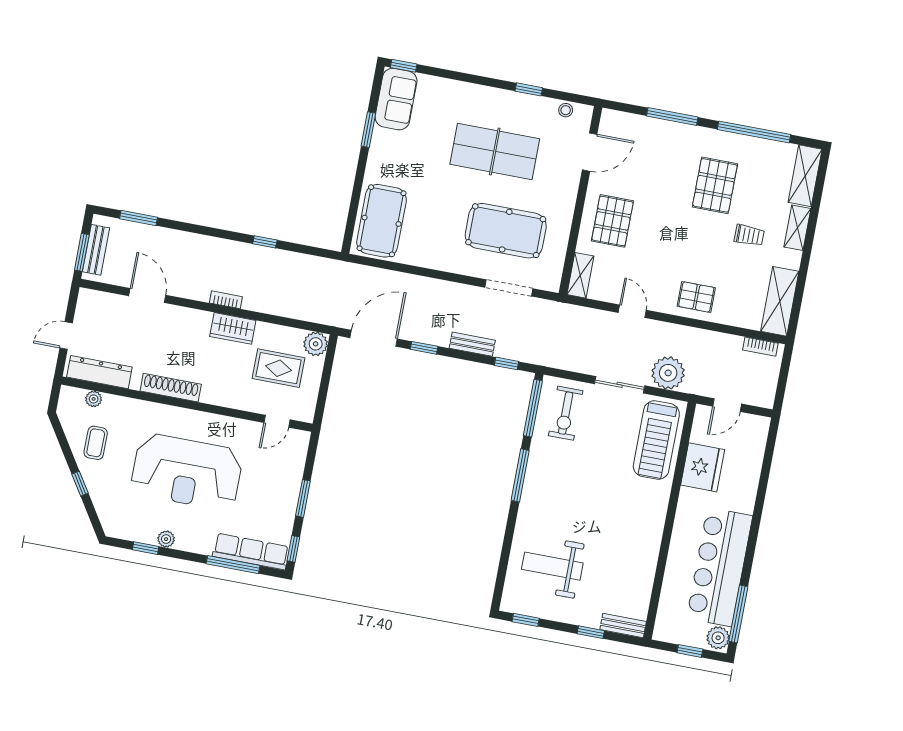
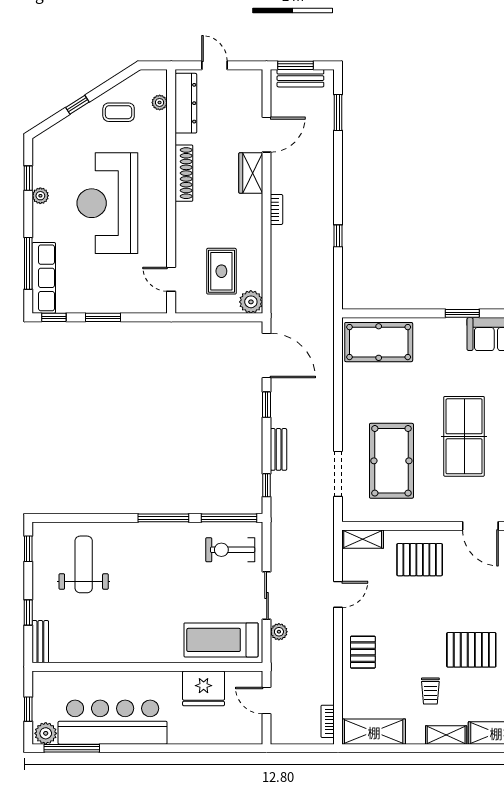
wardrobe: (233, 328) -> (251, 173), moved
plant: (668, 373) -> (279, 632), width x0.53, depth x0.53

